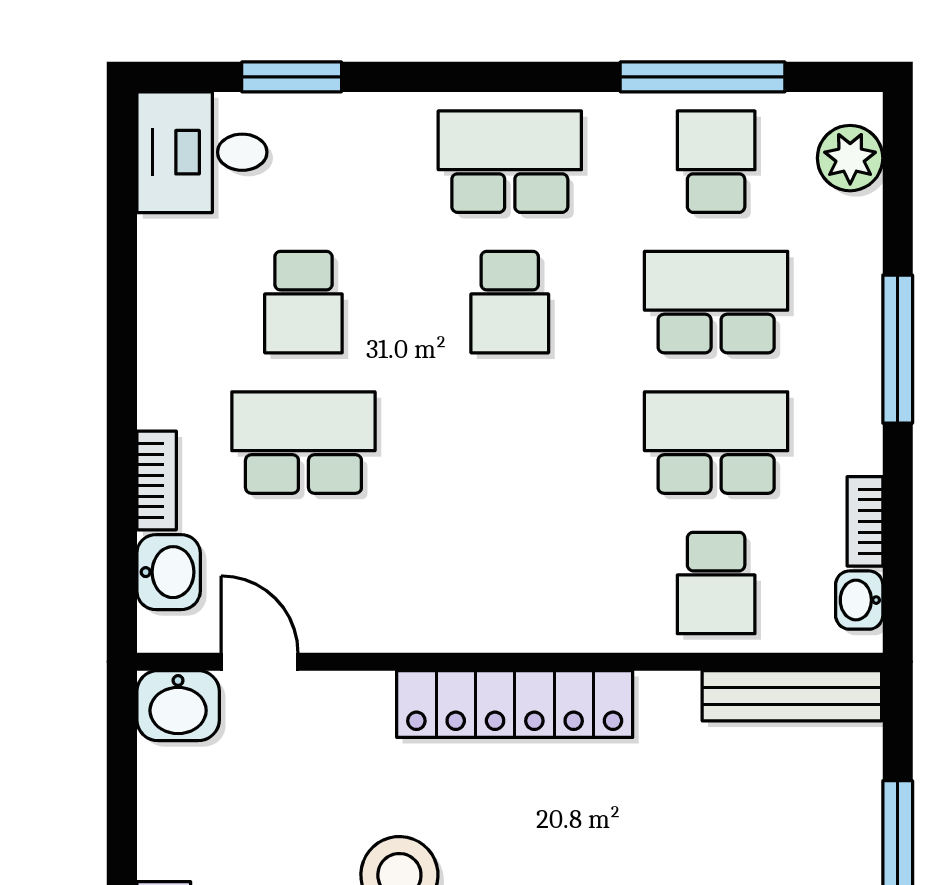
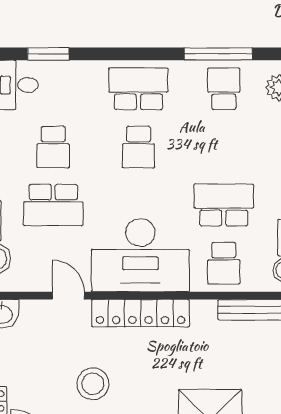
school desk: (716, 302) -> (224, 147), removed
school desk: (303, 443) -> (53, 205), turned 180
desk: (514, 564) -> (140, 255), added
door: (260, 662) -> (68, 296), moved

